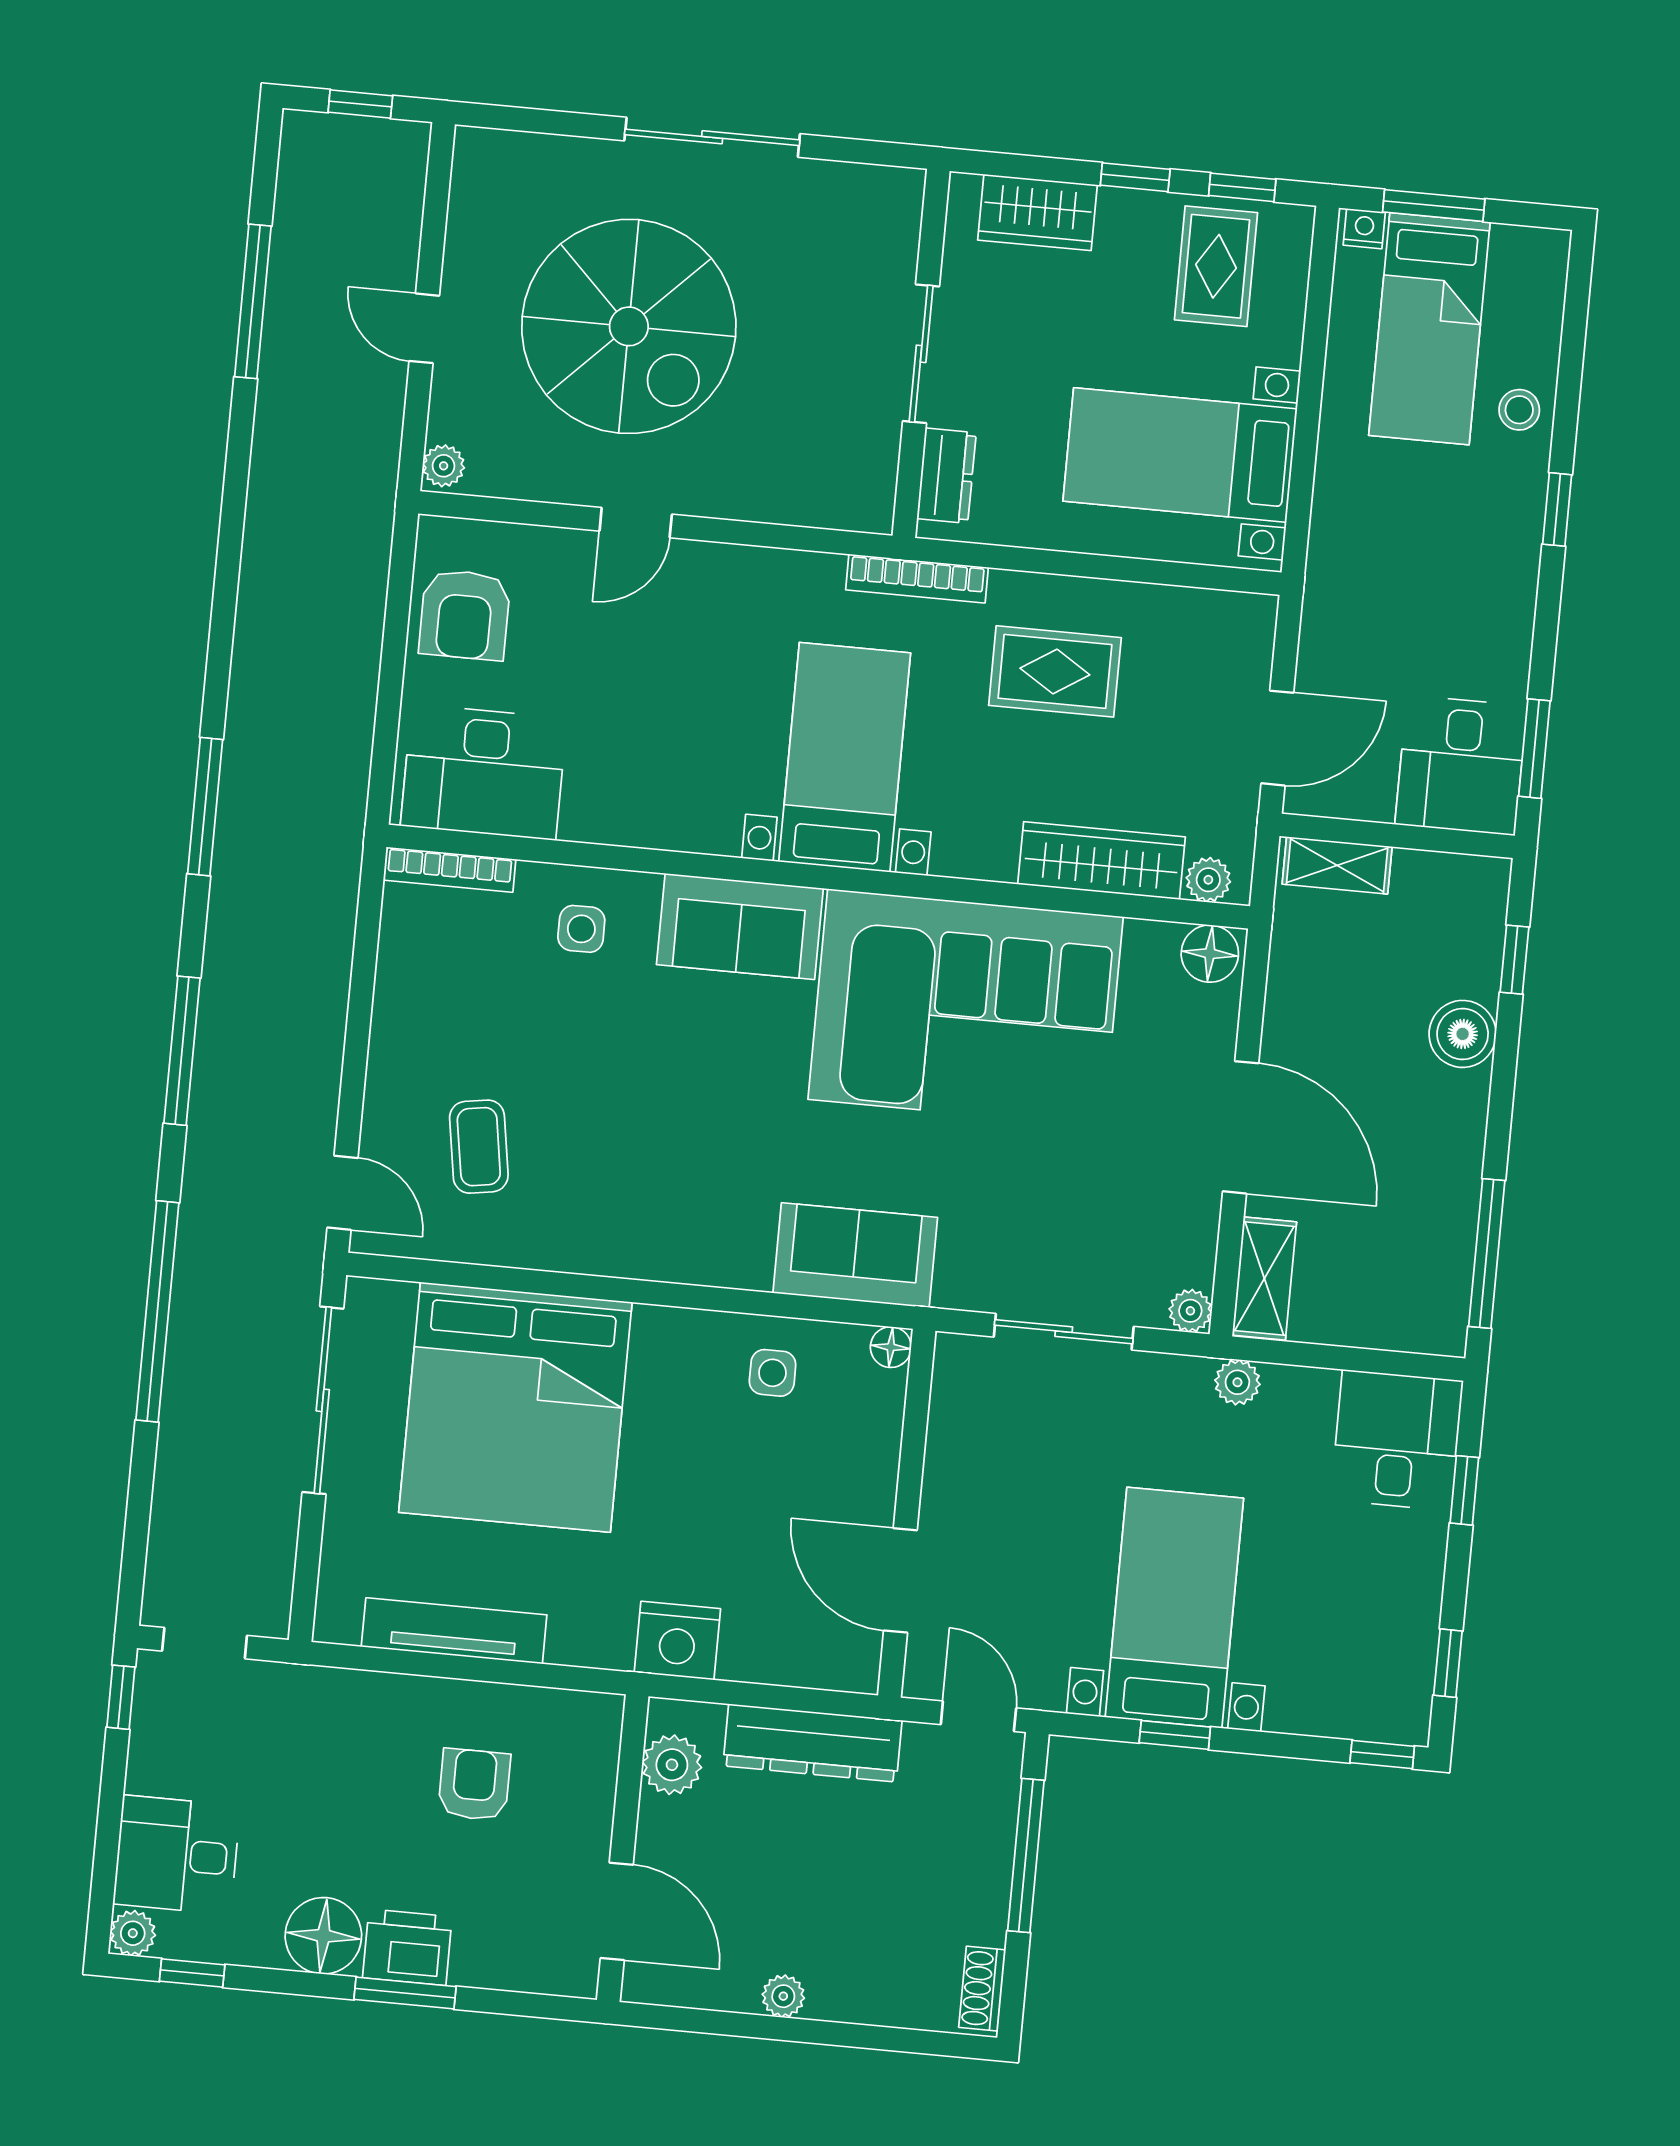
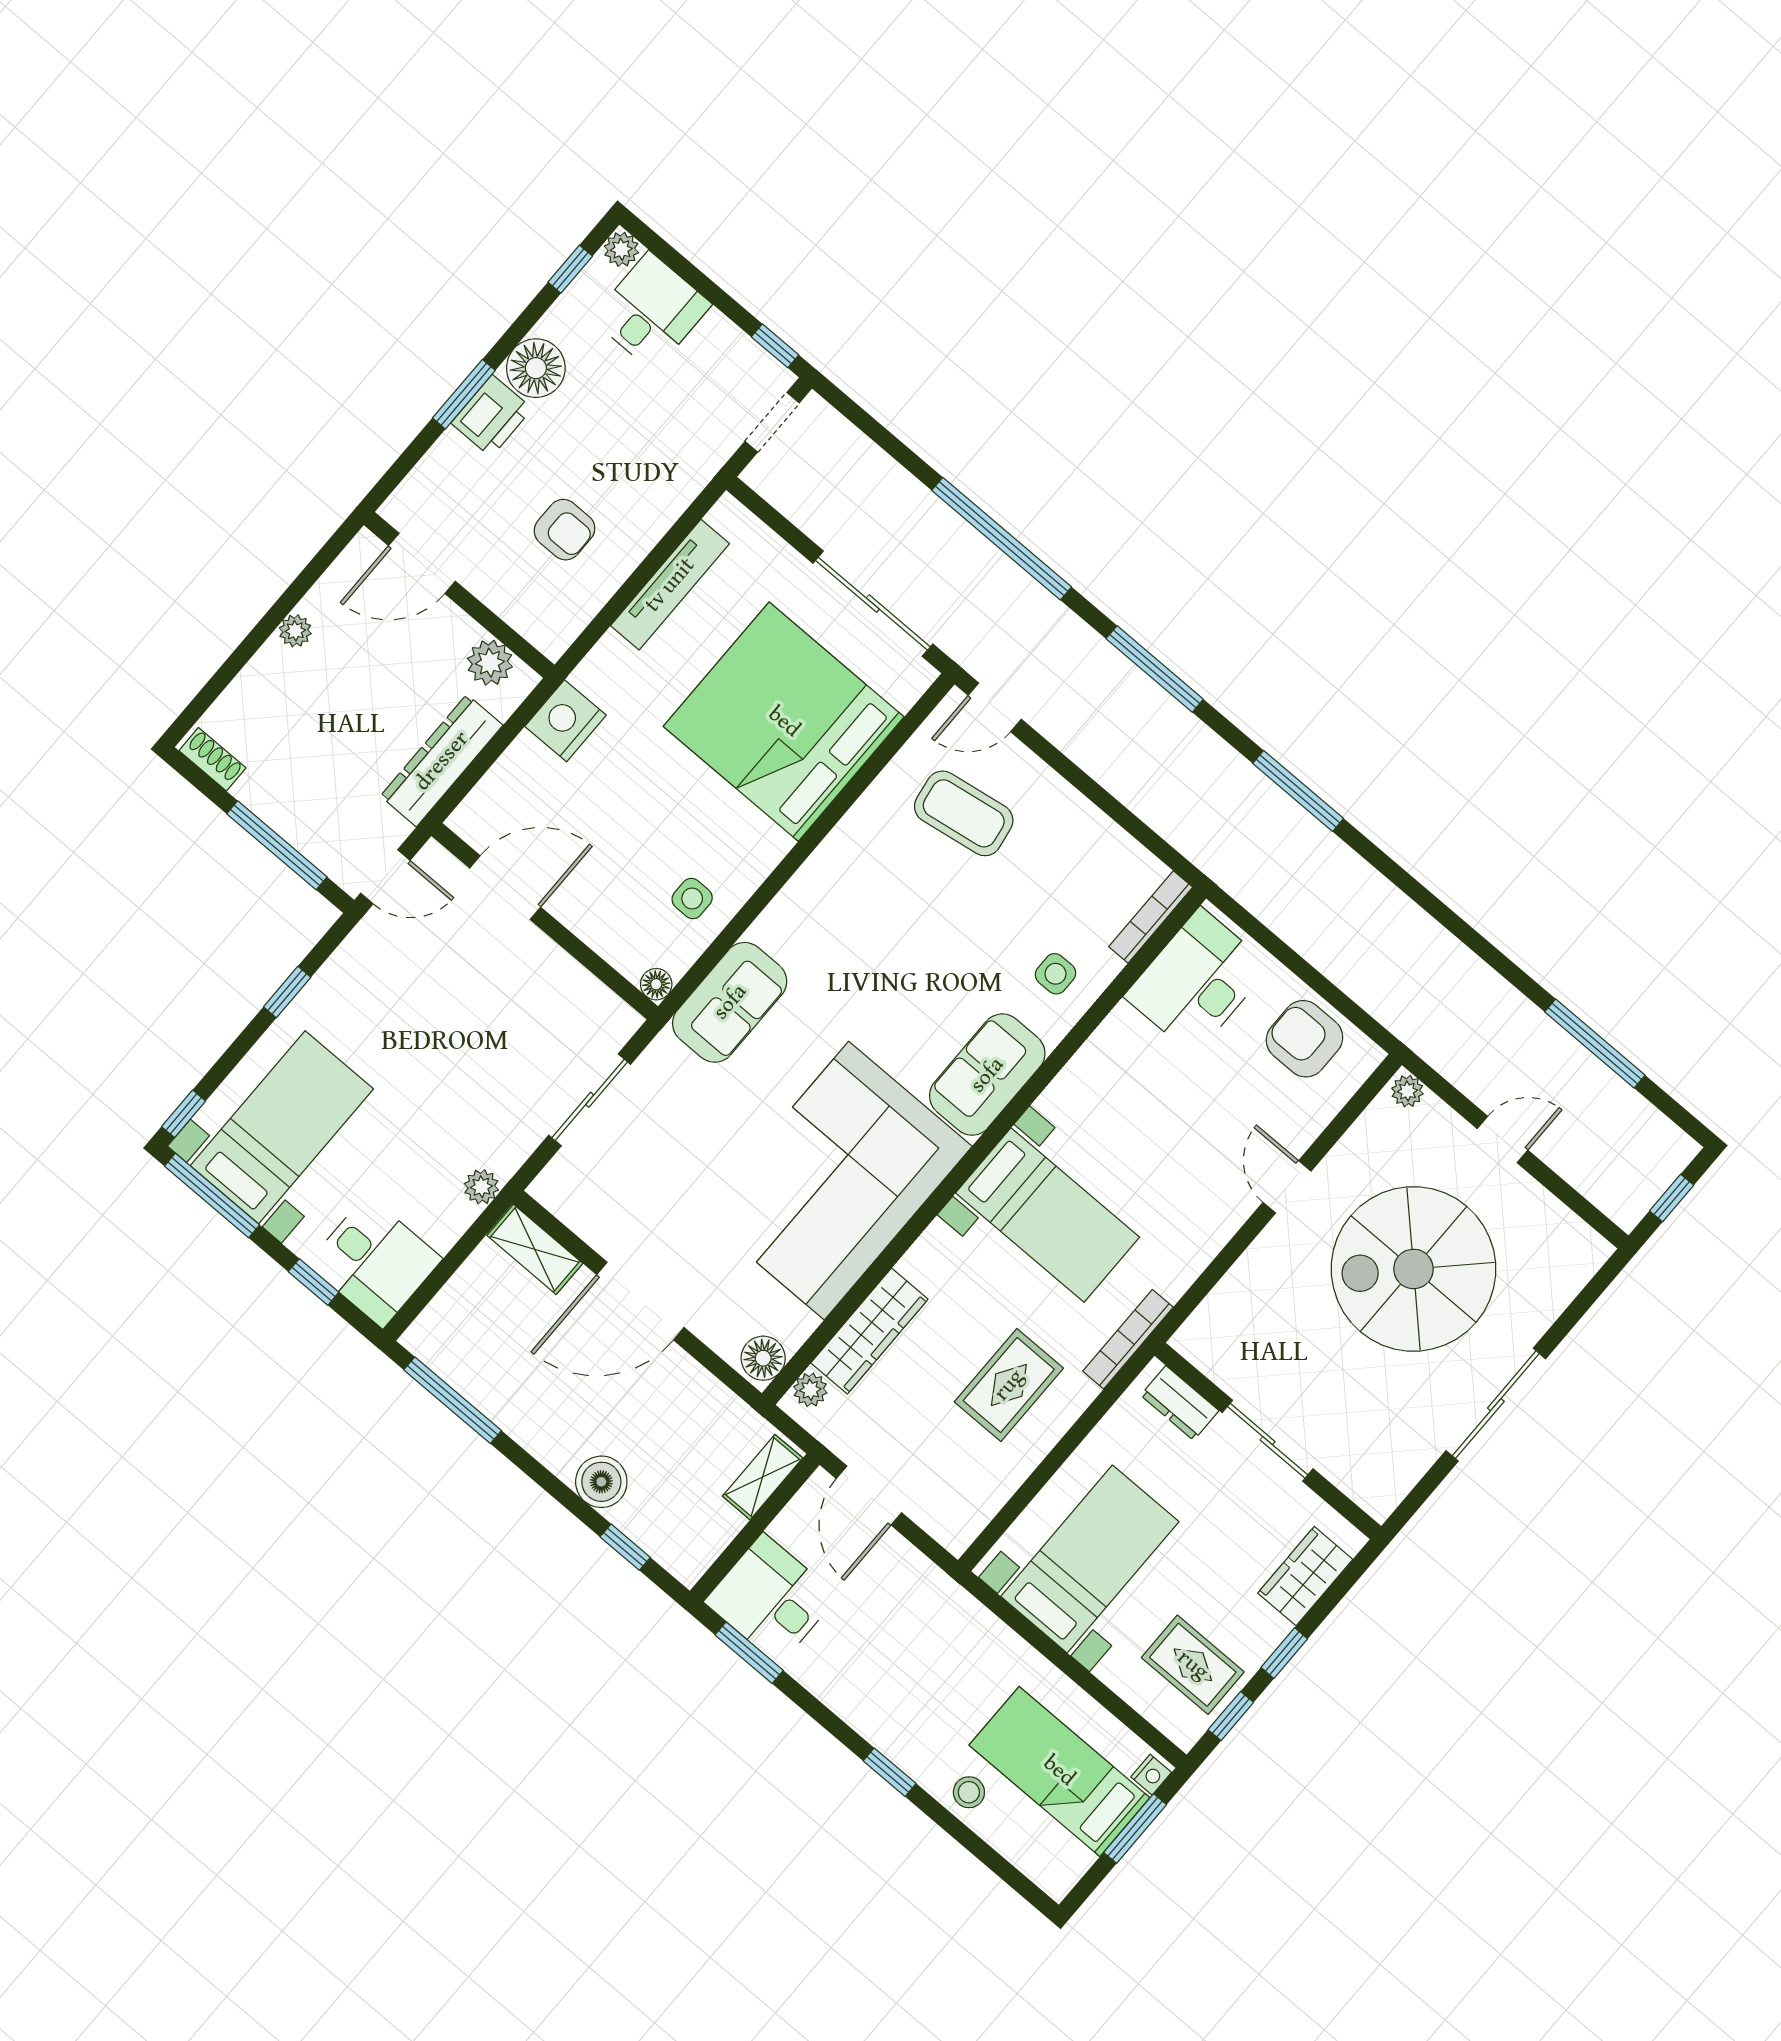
coffee table: (479, 1147) -> (964, 813), width x1.36, depth x1.30
plant: (1190, 1311) -> (547, 1189), removed
bed with nightstands: (1174, 1608) -> (282, 1127), moved, turned -90
window: (1448, 1663) -> (212, 1195), width x2.17

